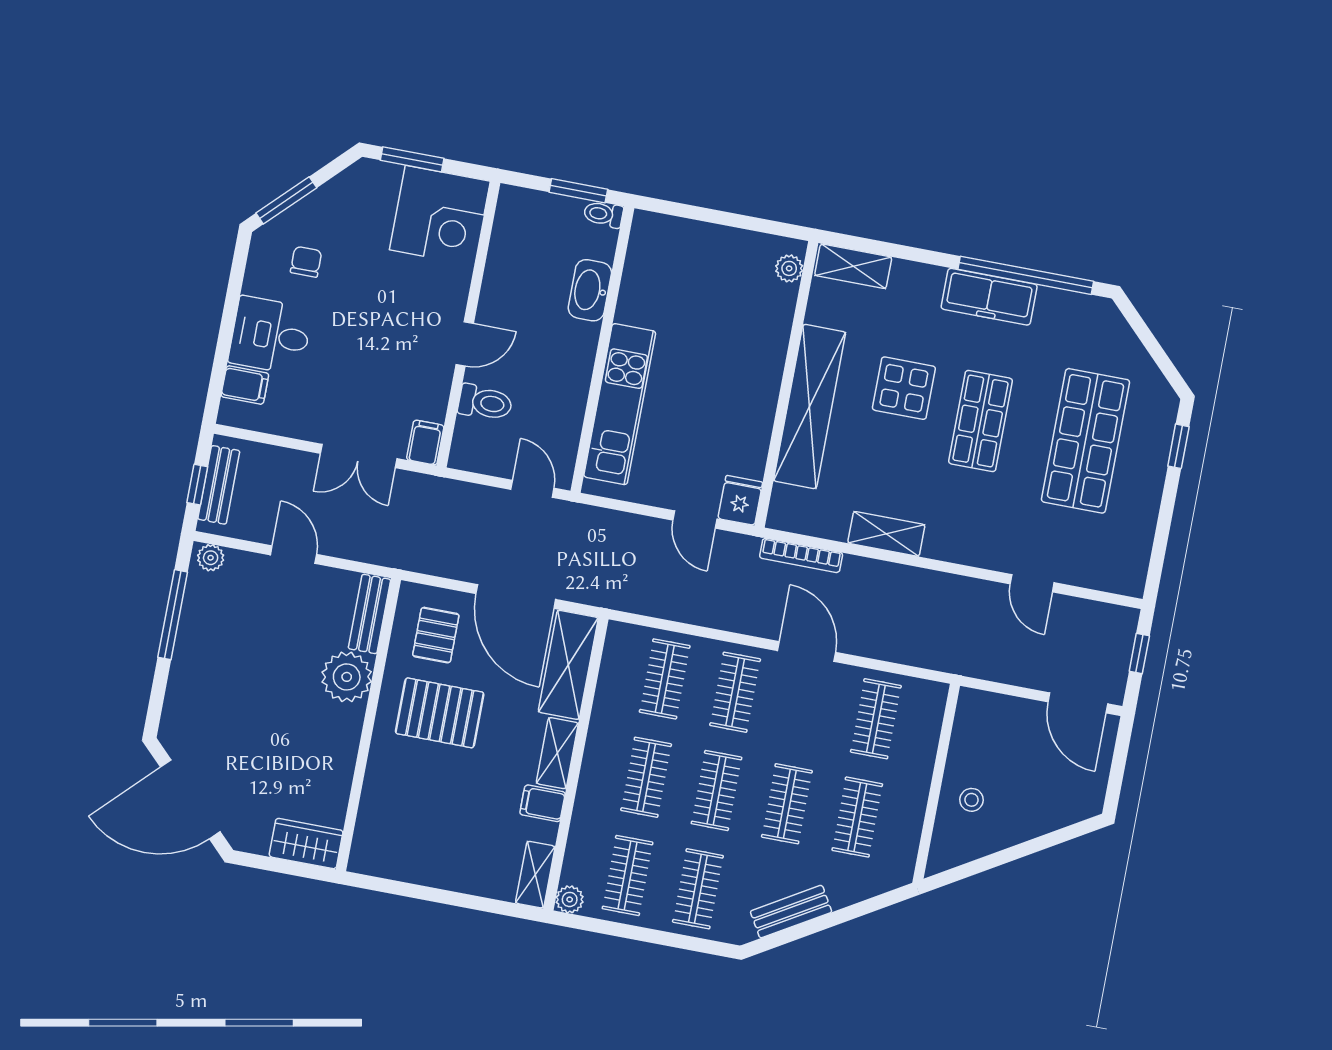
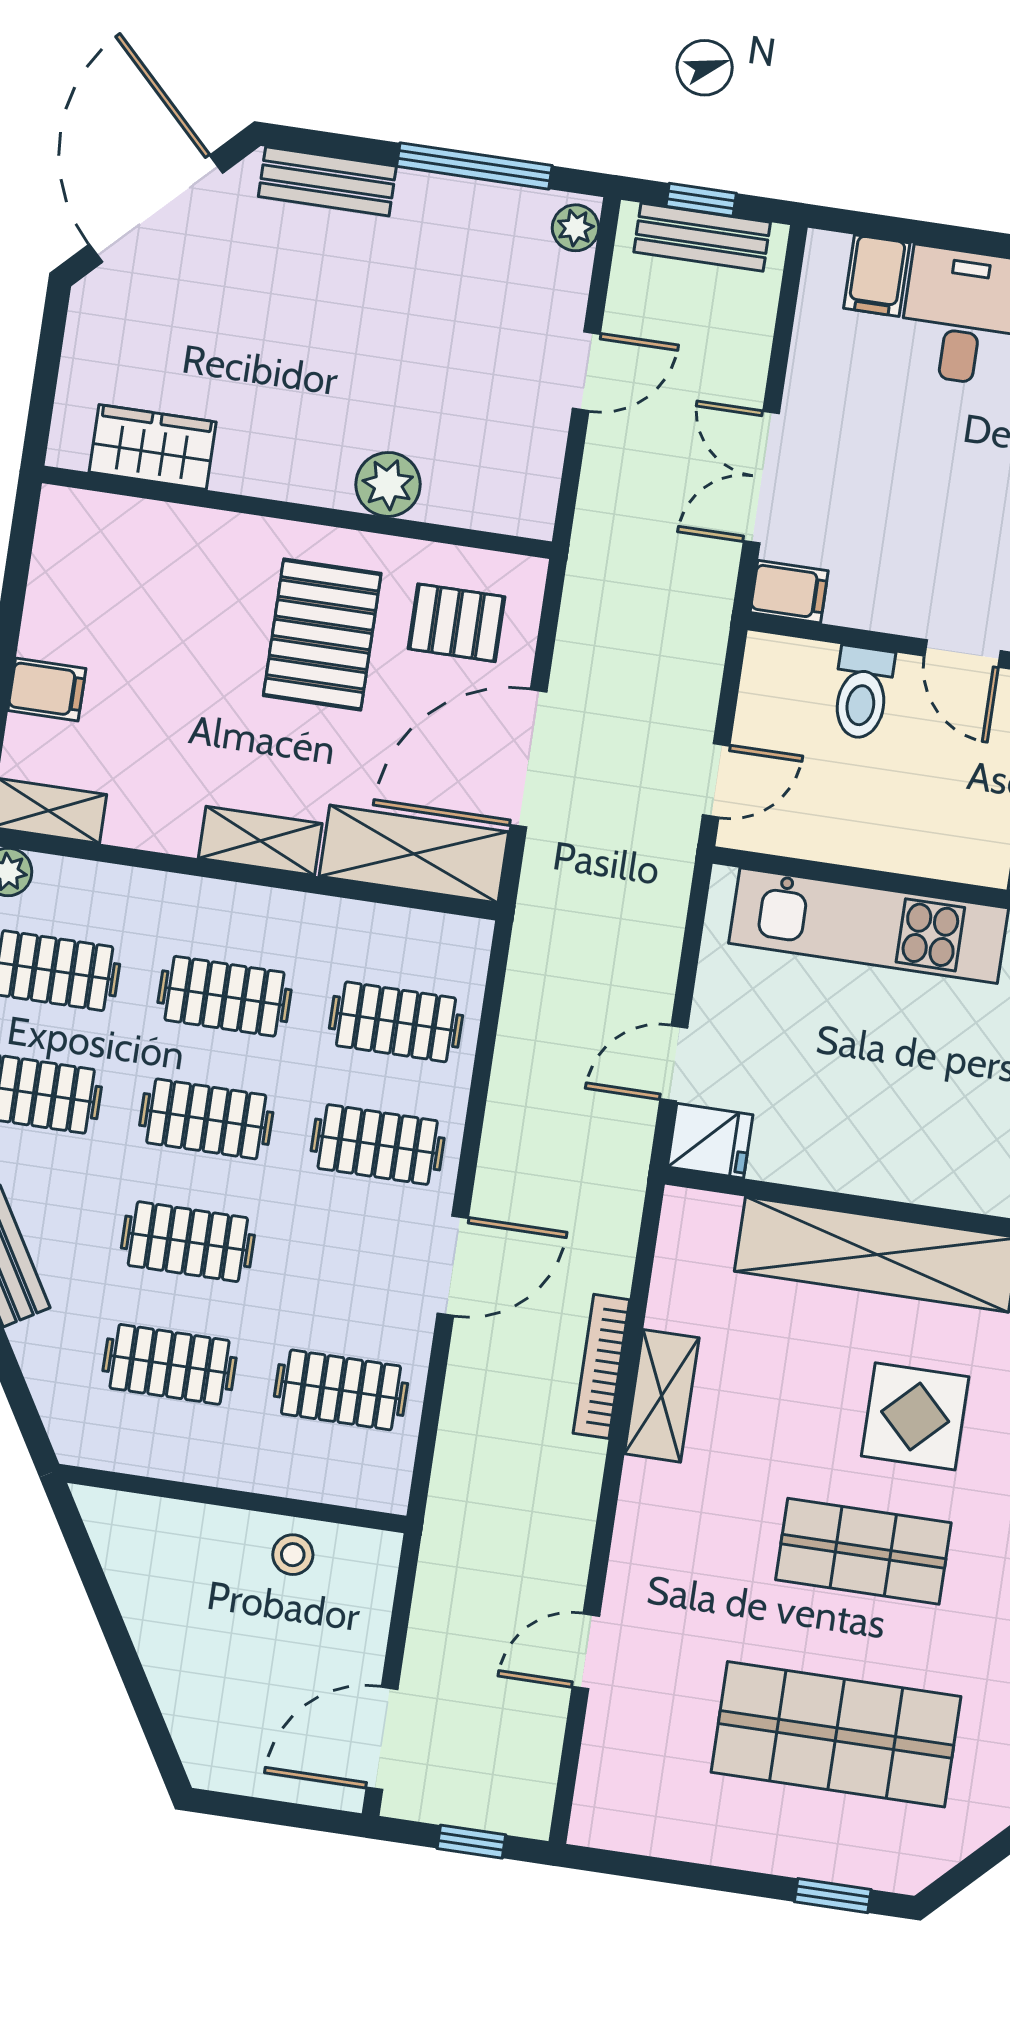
bookcase: (801, 555) -> (601, 1366), moved
bench: (369, 614) -> (327, 181), moved
plant: (347, 677) -> (388, 484), width x0.73, depth x0.73
stool: (972, 800) -> (293, 1555), moved
filing cabinet: (543, 803) -> (47, 689), moved, turned 90
wardrobe: (306, 844) -> (153, 447), moved, turned -90

